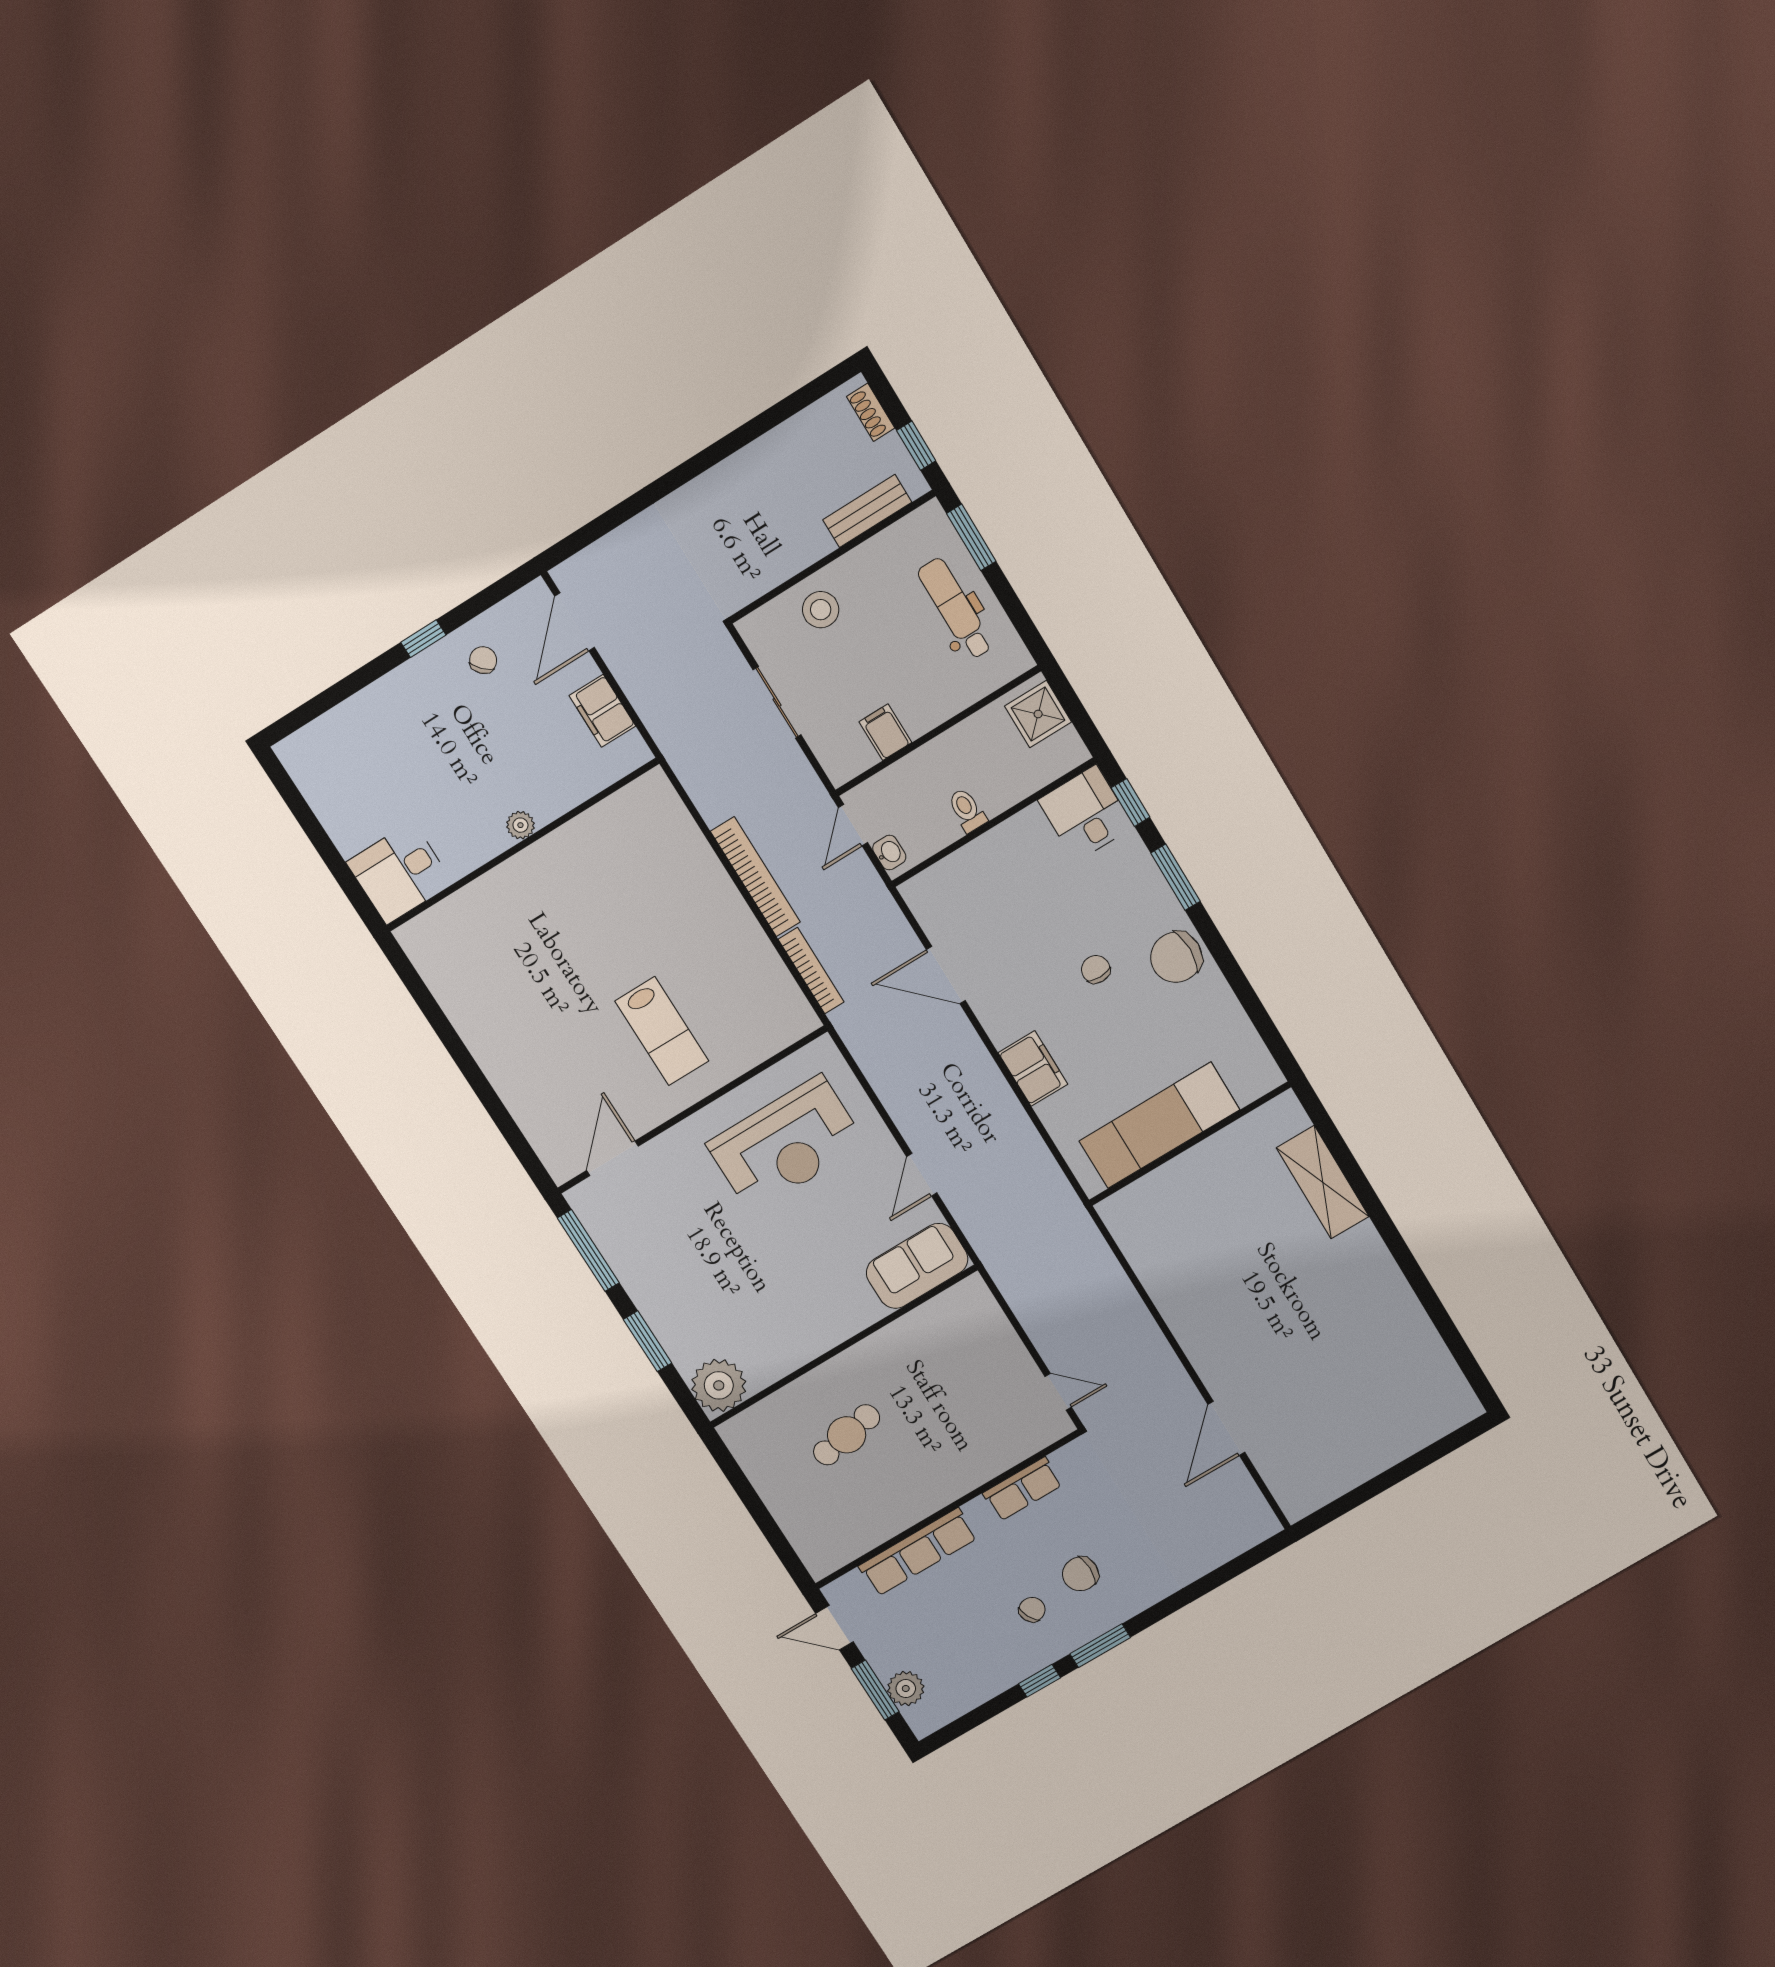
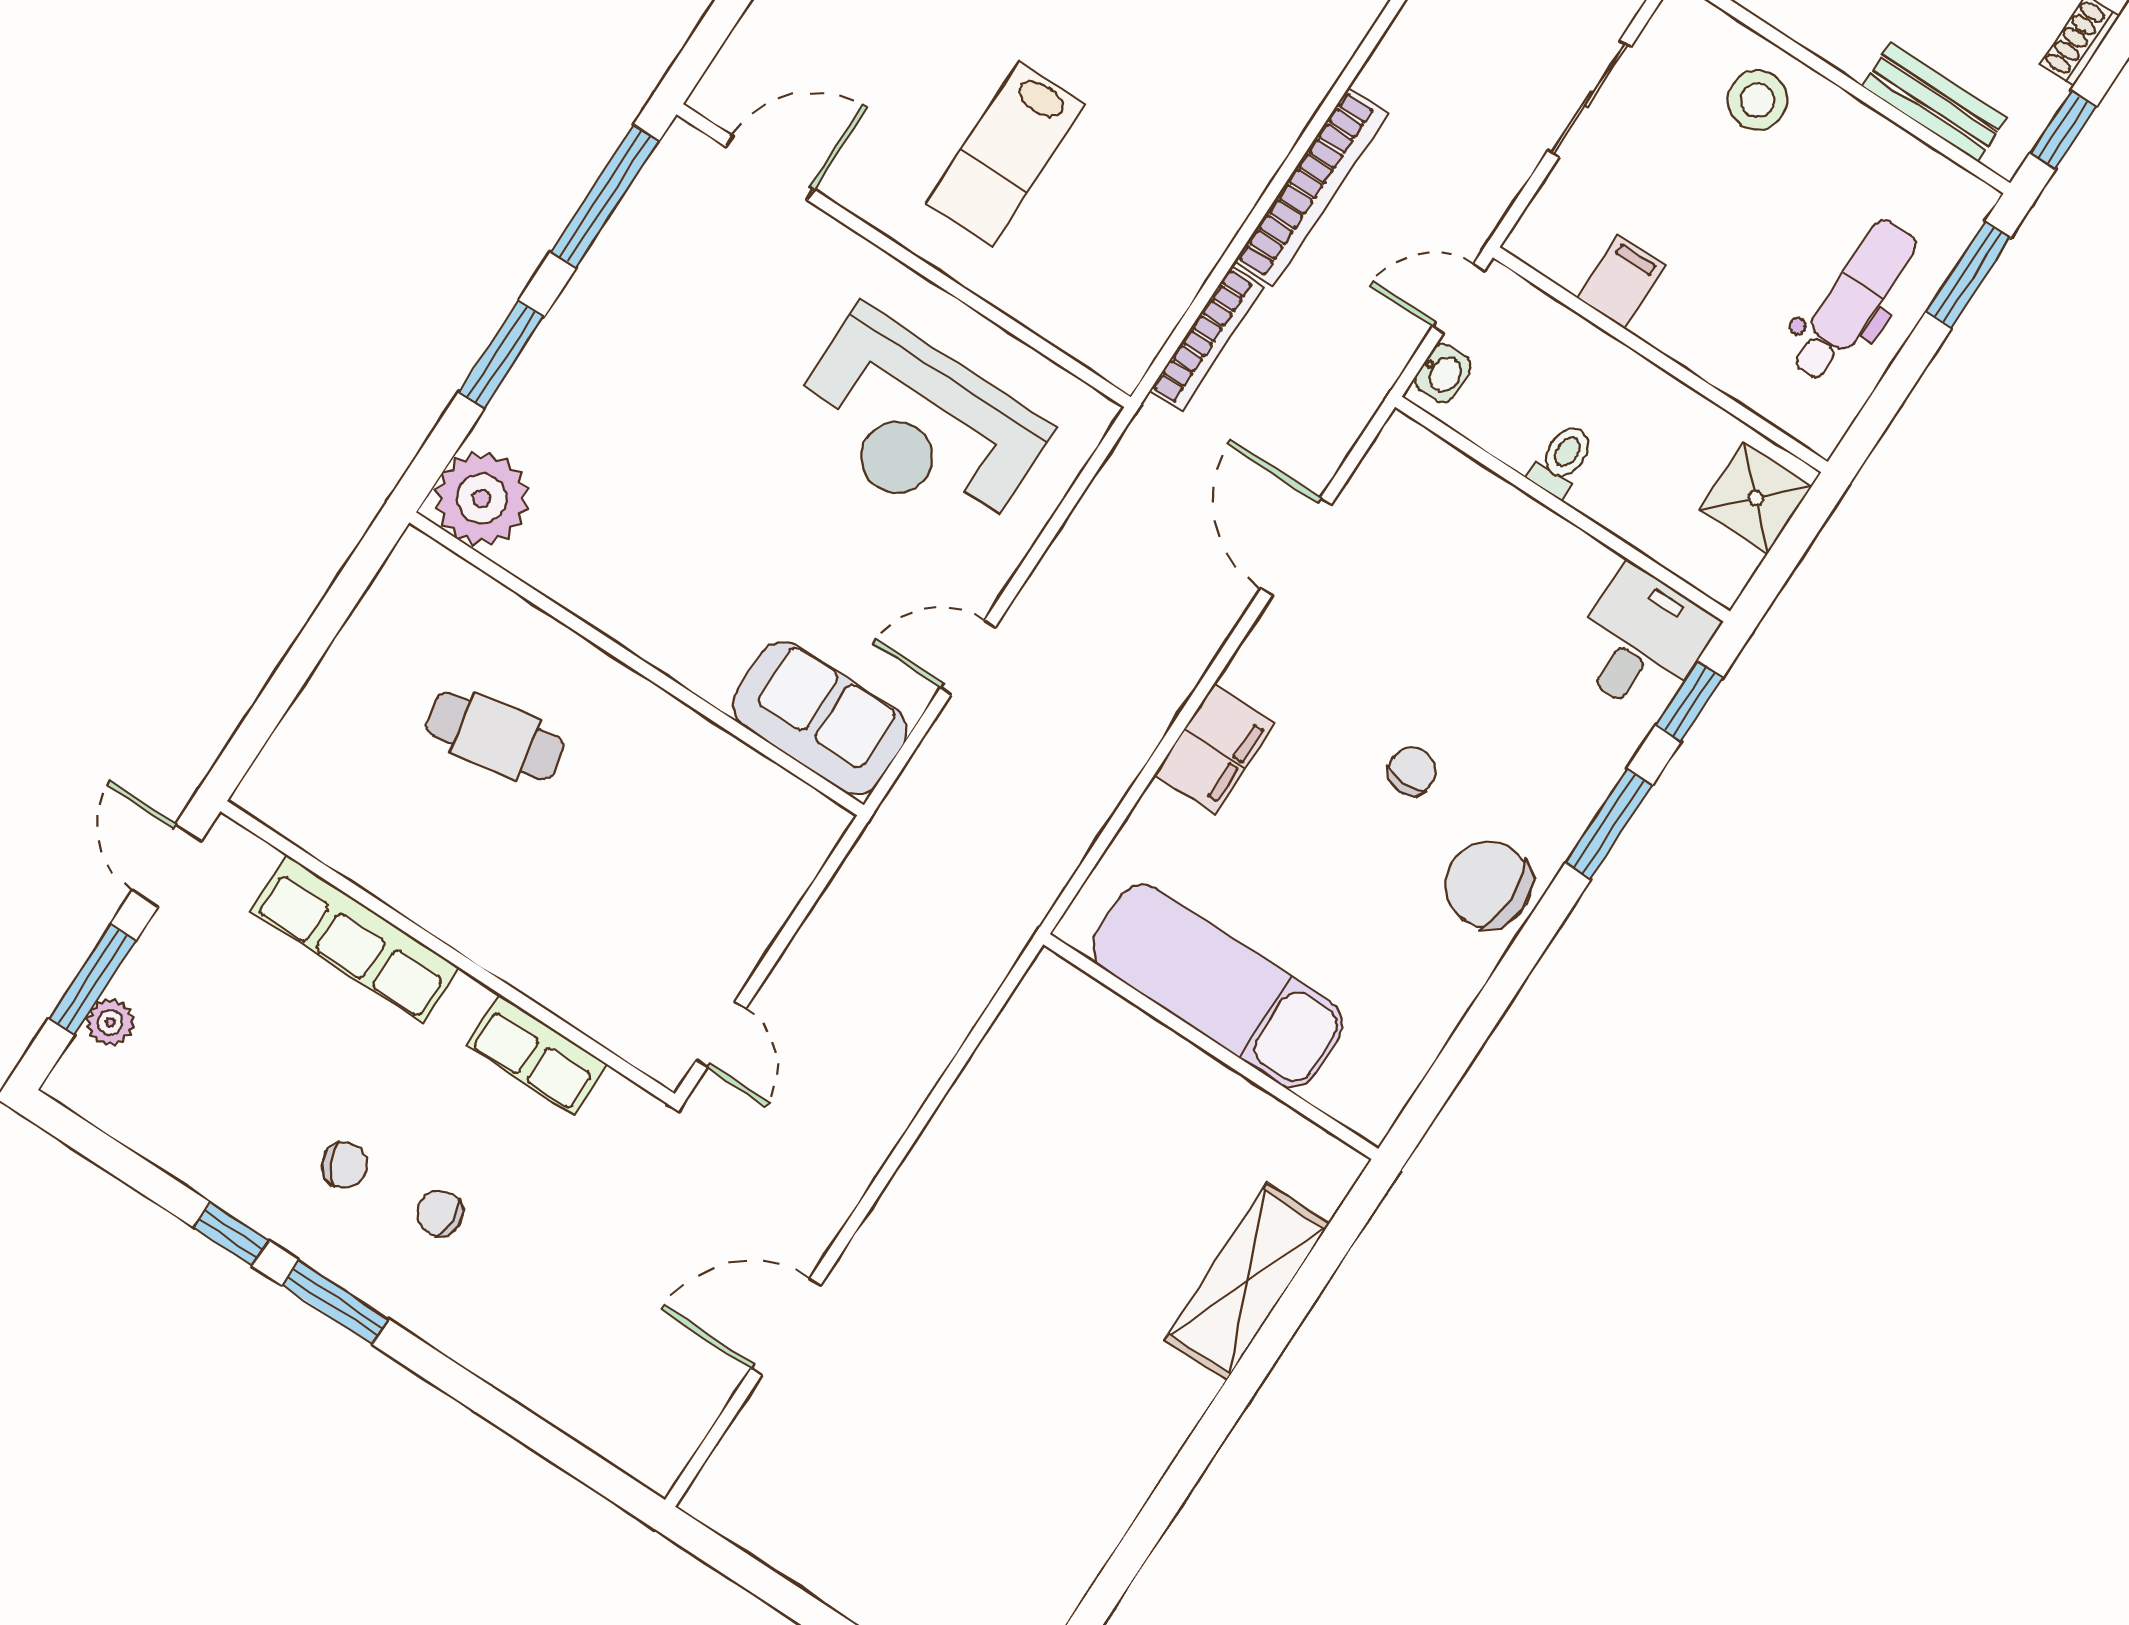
chair: (1080, 1574) -> (440, 1213), width x0.73, depth x0.73
plant: (906, 1689) -> (110, 1022), width x0.73, depth x0.73

